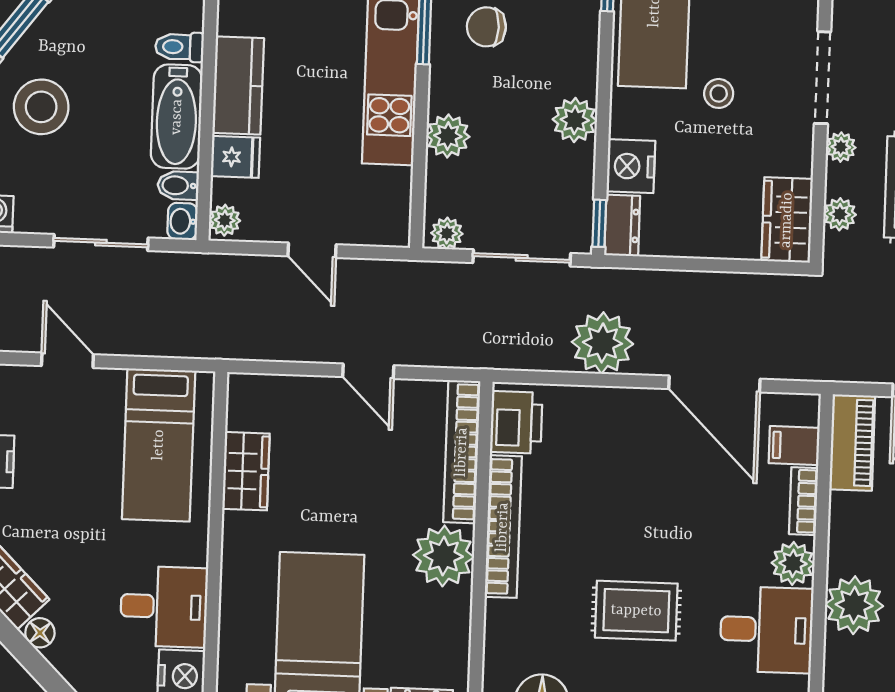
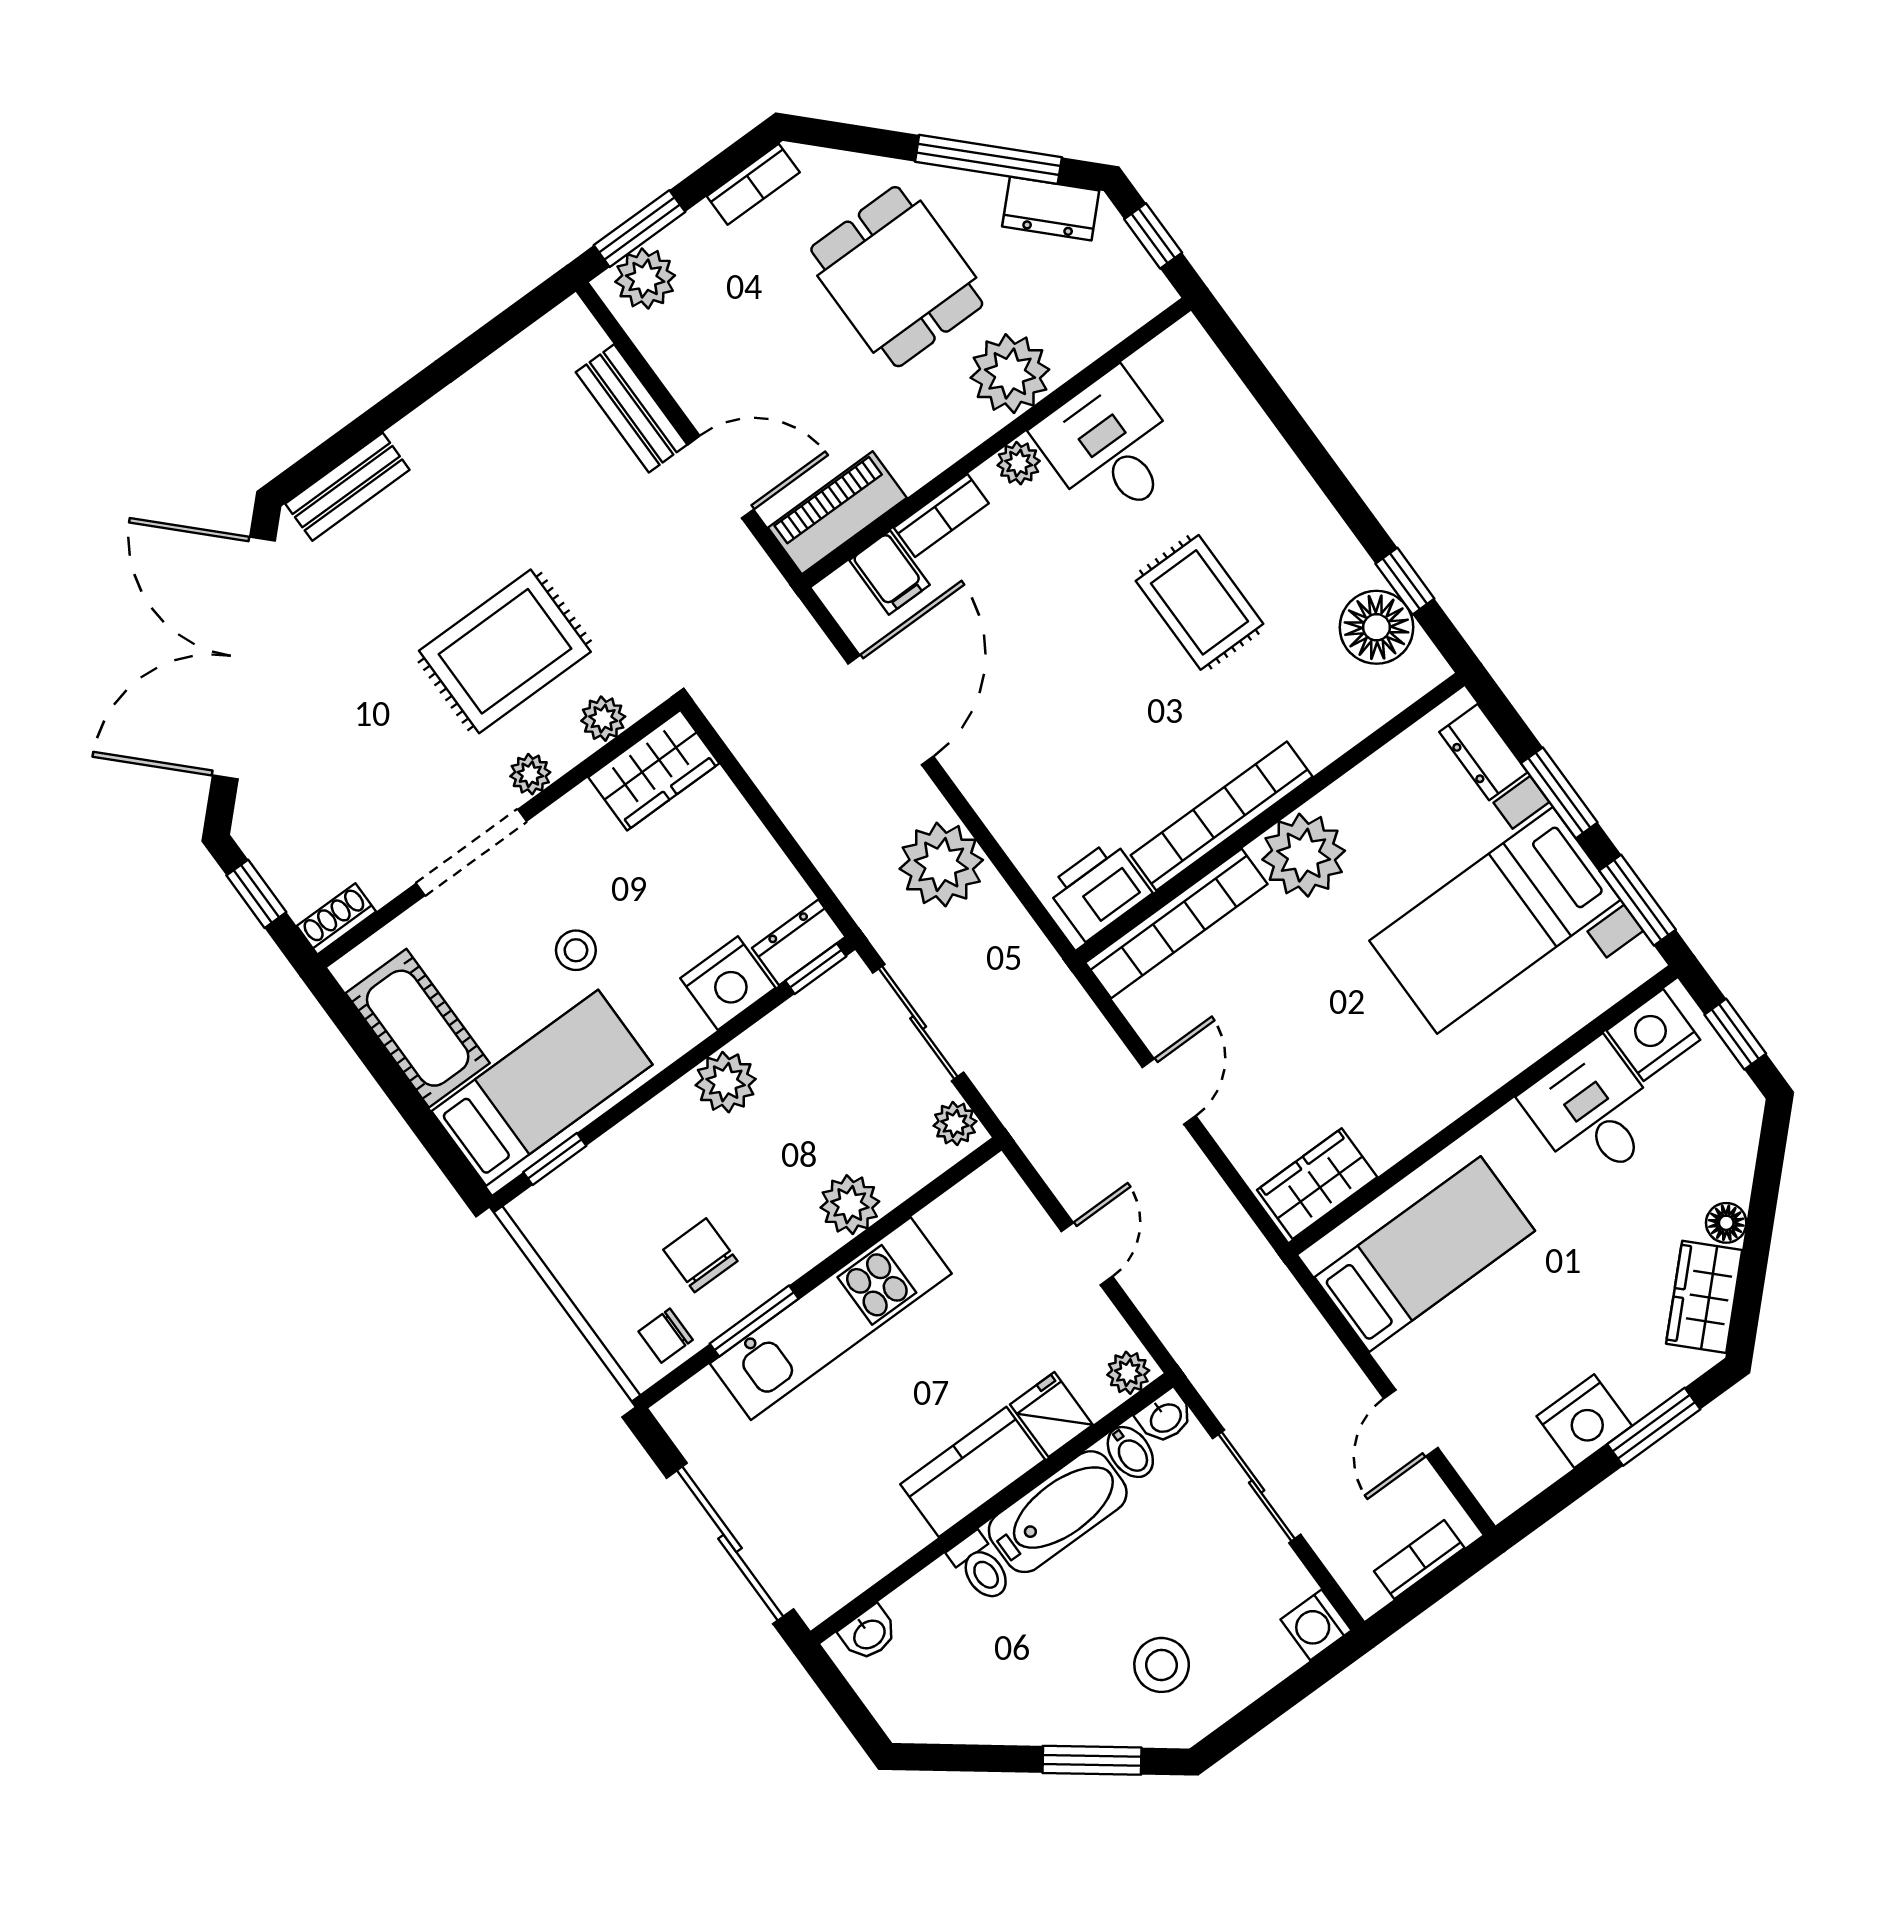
chair: (486, 27) -> (700, 1255), turned 180
stool: (41, 107) -> (1162, 1665), width x0.73, depth x0.73
wardrobe: (246, 471) -> (1317, 1184), moved
plant: (793, 563) -> (1019, 463), width x0.73, depth x0.73

